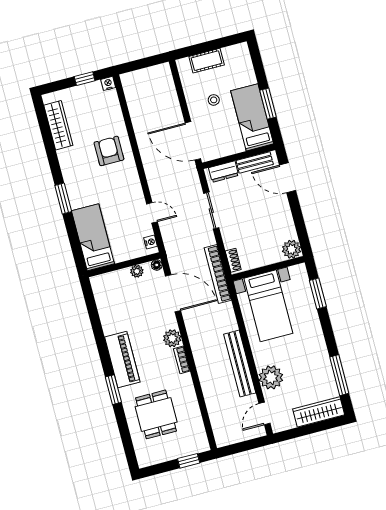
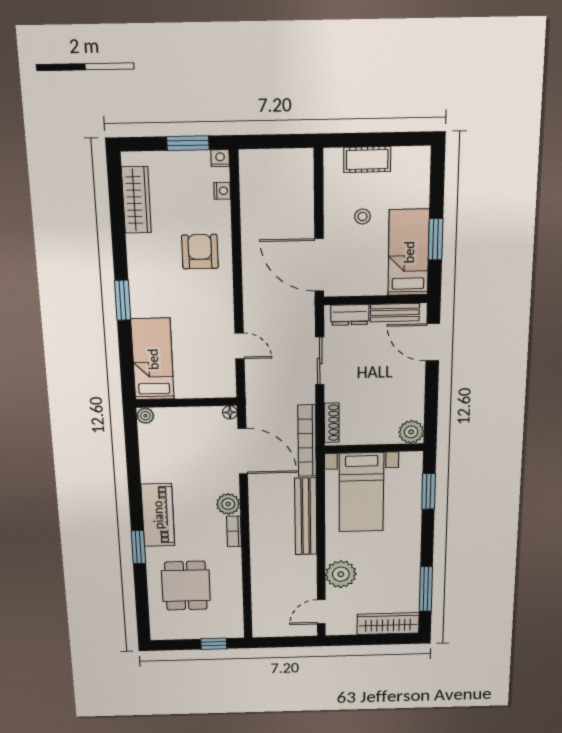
window: (85, 79) -> (188, 143), width x1.50
nightstand: (150, 242) -> (222, 191), moved
shoe rack: (233, 260) -> (332, 423), width x1.43
plant: (137, 271) -> (145, 416), moved
bench: (240, 364) -> (306, 517), moved

